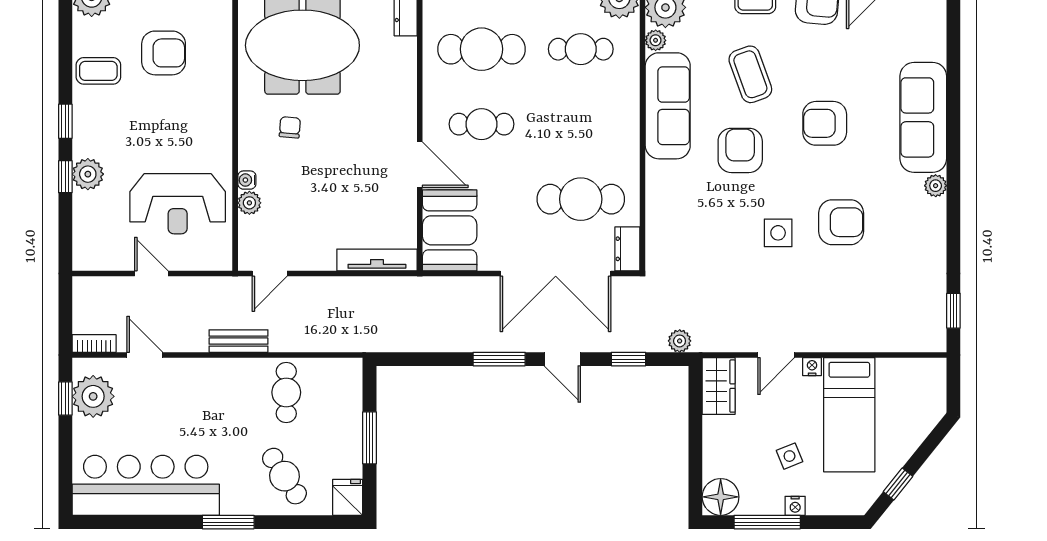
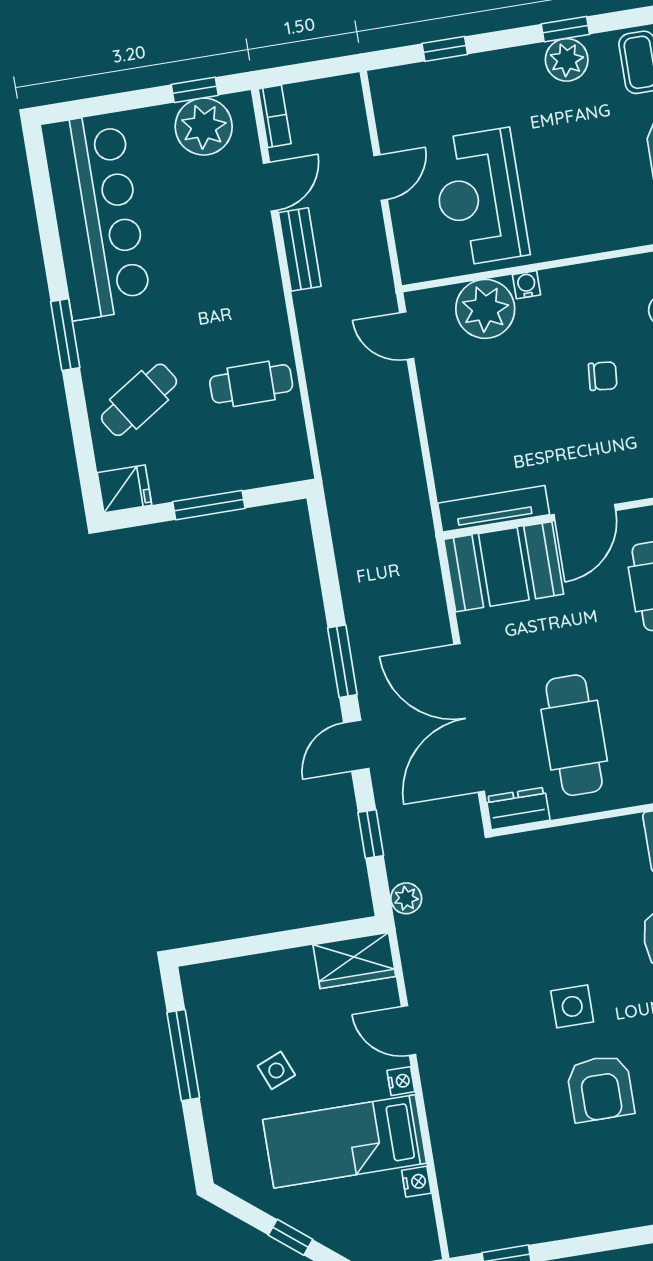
chair: (290, 127) -> (603, 376), moved
plant: (88, 174) -> (567, 60), moved
window: (65, 177) -> (445, 49), moved
plant: (249, 203) -> (485, 309), width x1.88, depth x1.88
tv unit: (377, 260) -> (494, 509), moved, turned -90
bench: (238, 341) -> (300, 249), moved
window: (898, 484) -> (291, 1237), moved
floor lamp: (721, 497) -> (207, 987), removed
nightstand: (795, 506) -> (416, 1182), moved, turned 180

